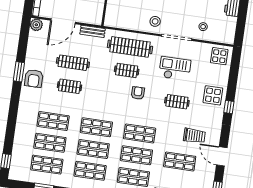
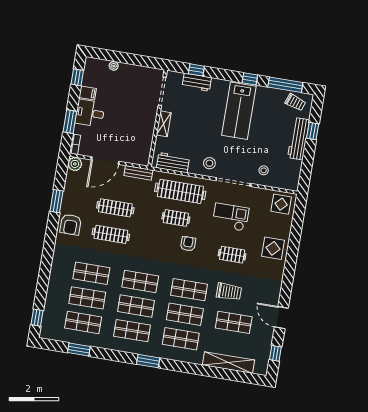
workbench: (123, 22) -> (173, 163), added
window: (19, 72) -> (57, 201), moved
clothes rail: (69, 86) -> (111, 234), width x1.36
window: (229, 107) -> (291, 262), removed
trolley: (194, 136) -> (229, 292), moved

